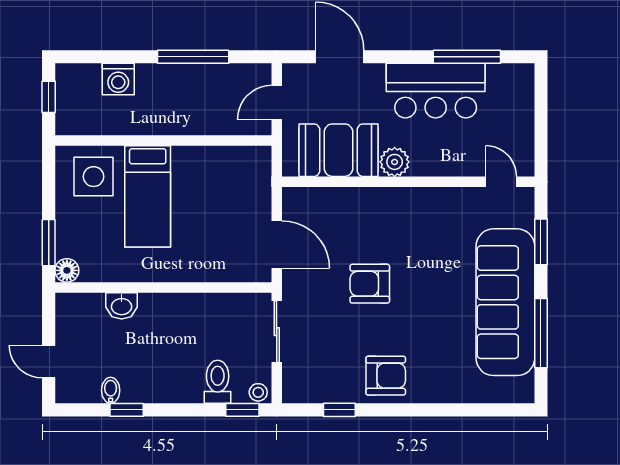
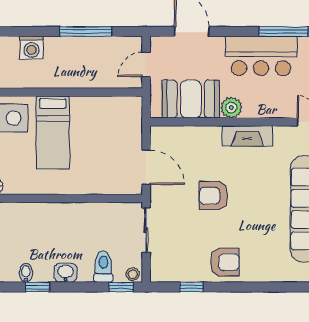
fireplace: (417, 201) -> (247, 136), added
washbasin: (122, 306) -> (66, 273), moved, turned 180

